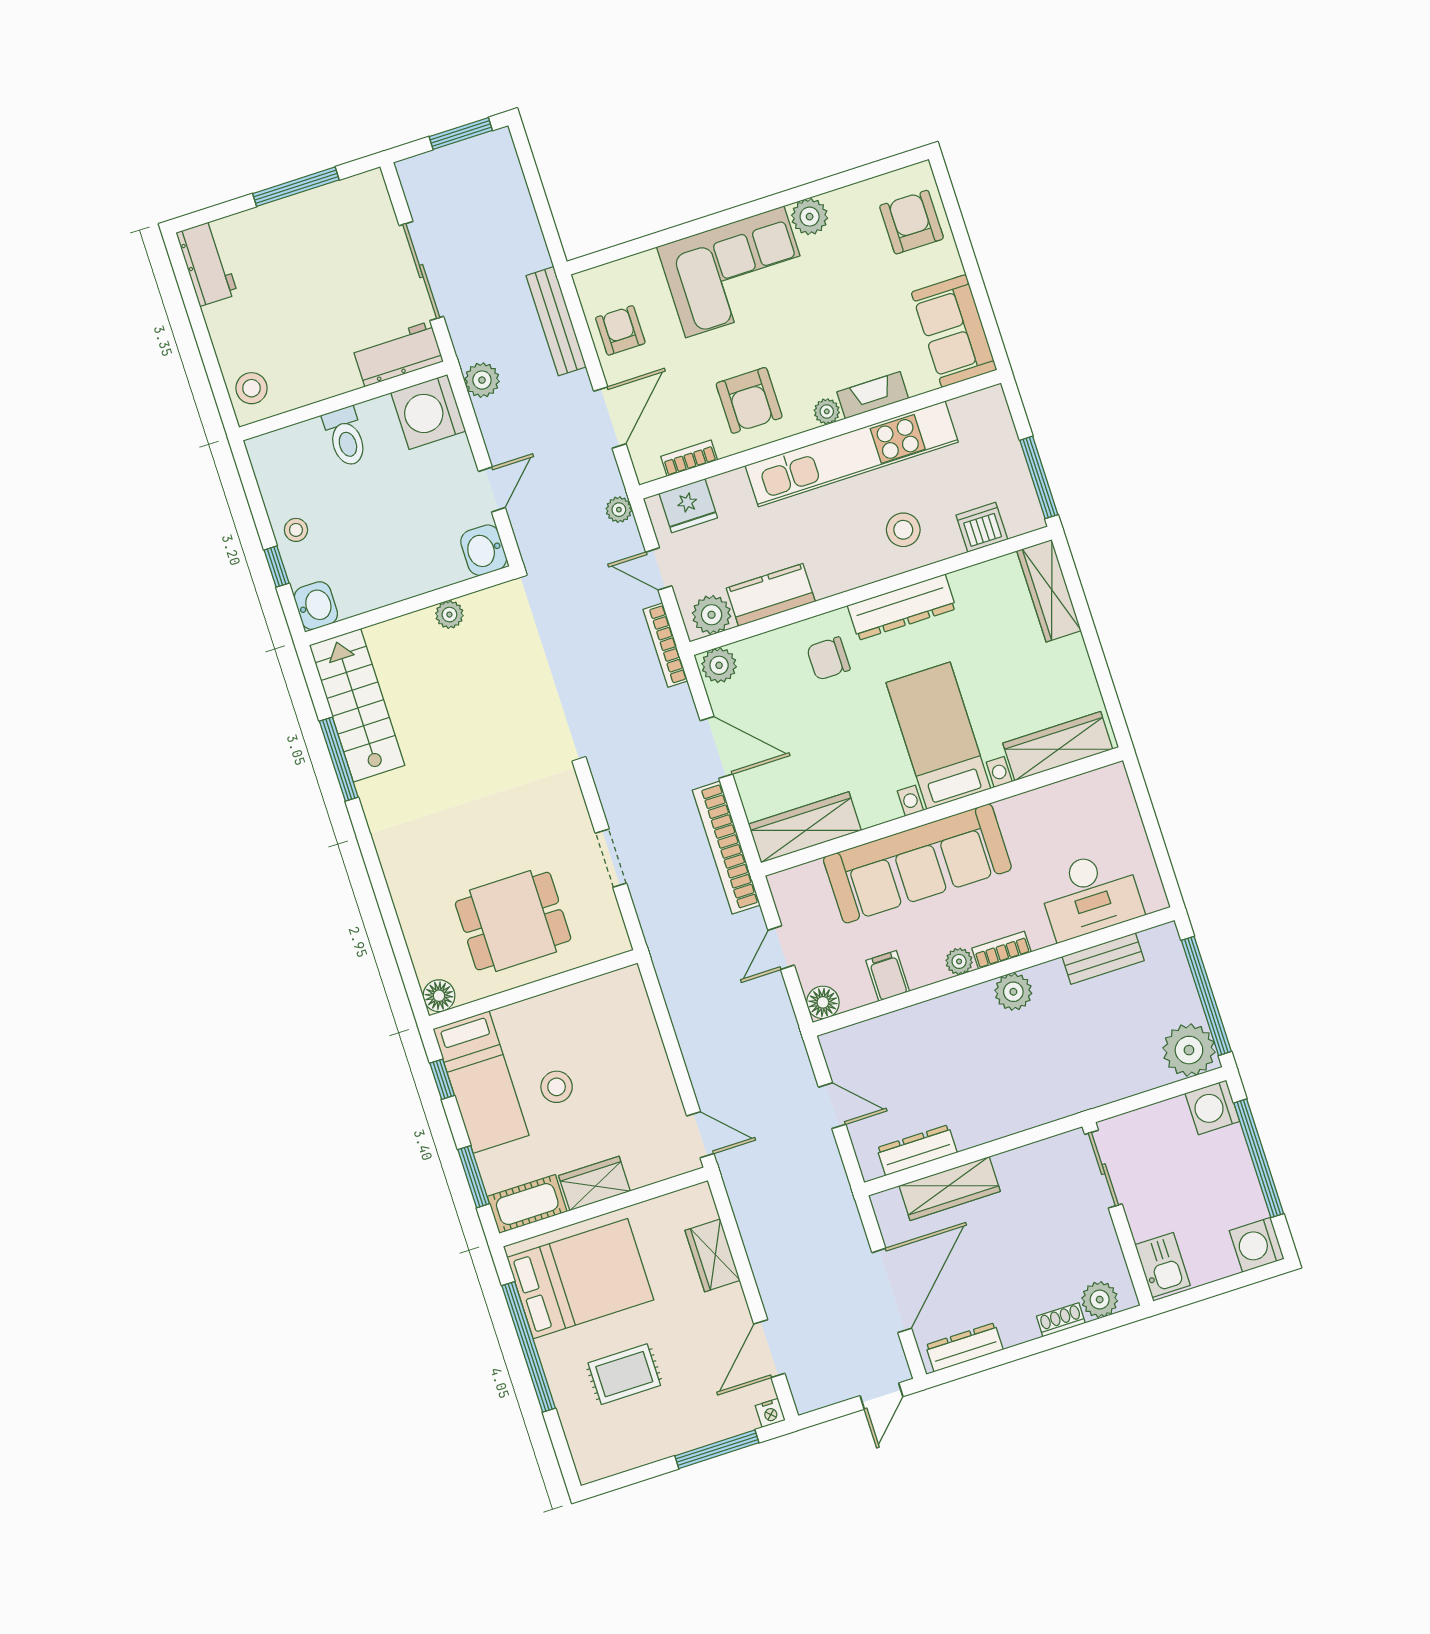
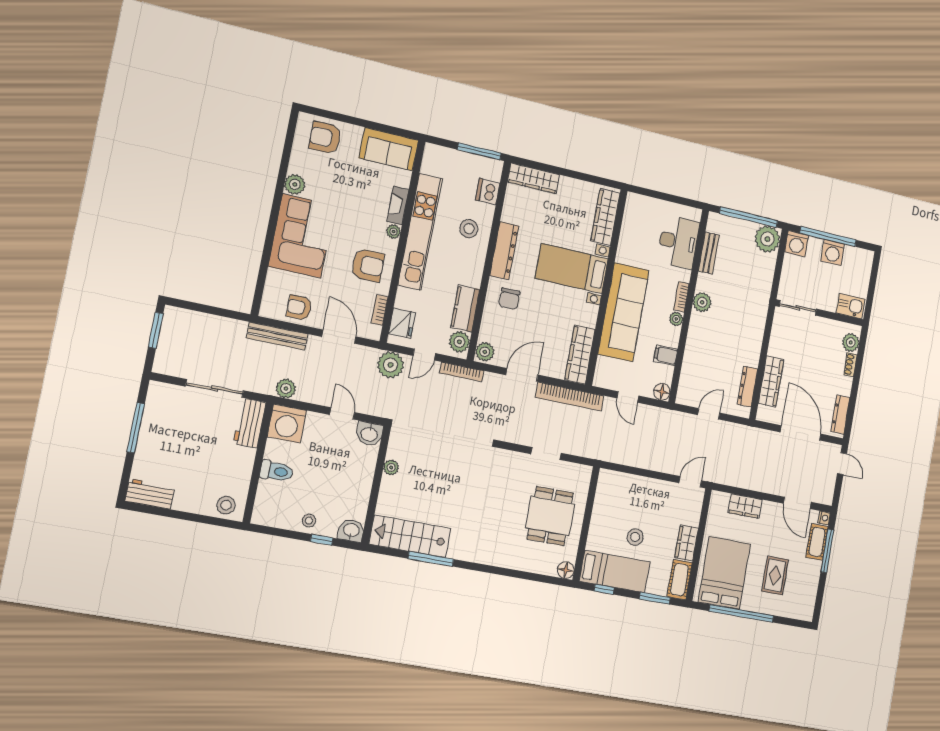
plant: (619, 510) -> (391, 365), width x1.88, depth x1.88
washing machine: (1257, 1245) -> (833, 252), moved
cot: (722, 1421) -> (817, 542), added

